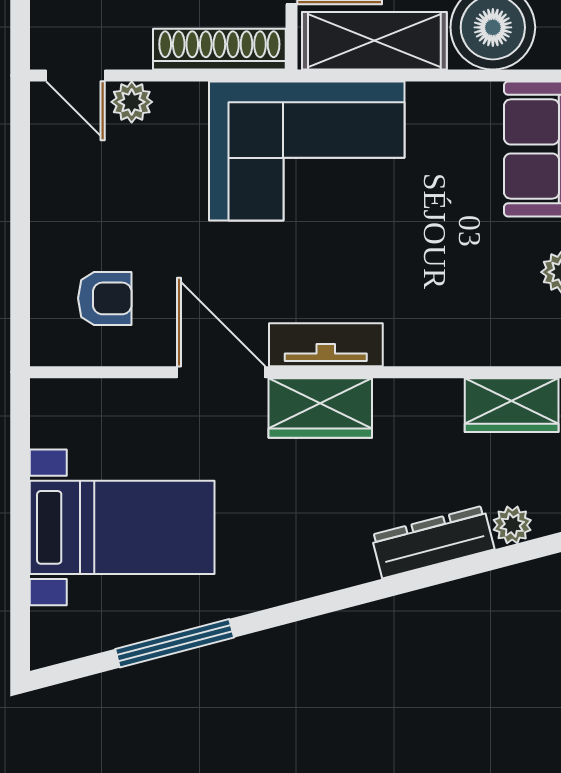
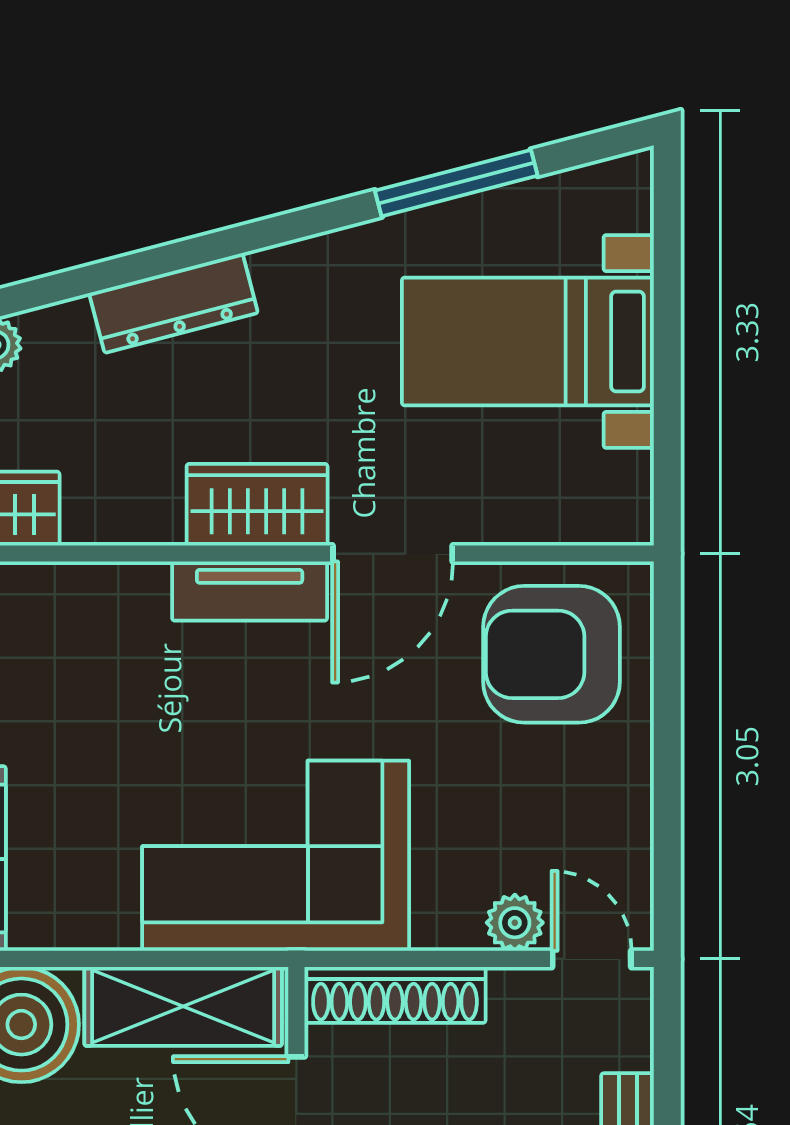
armchair: (105, 298) -> (552, 654), width x1.88, depth x1.88
door: (221, 372) -> (393, 554), hinge flipped
dresser: (433, 542) -> (173, 303), moved

